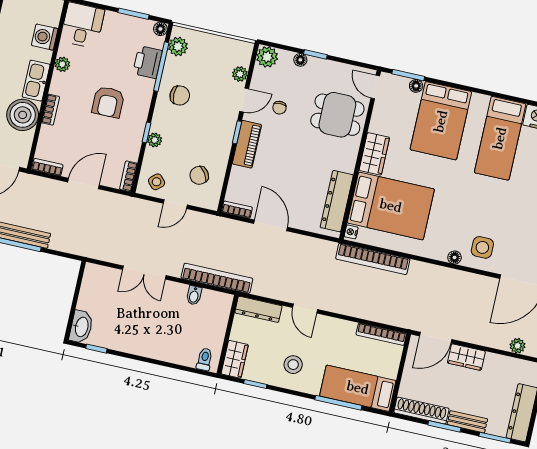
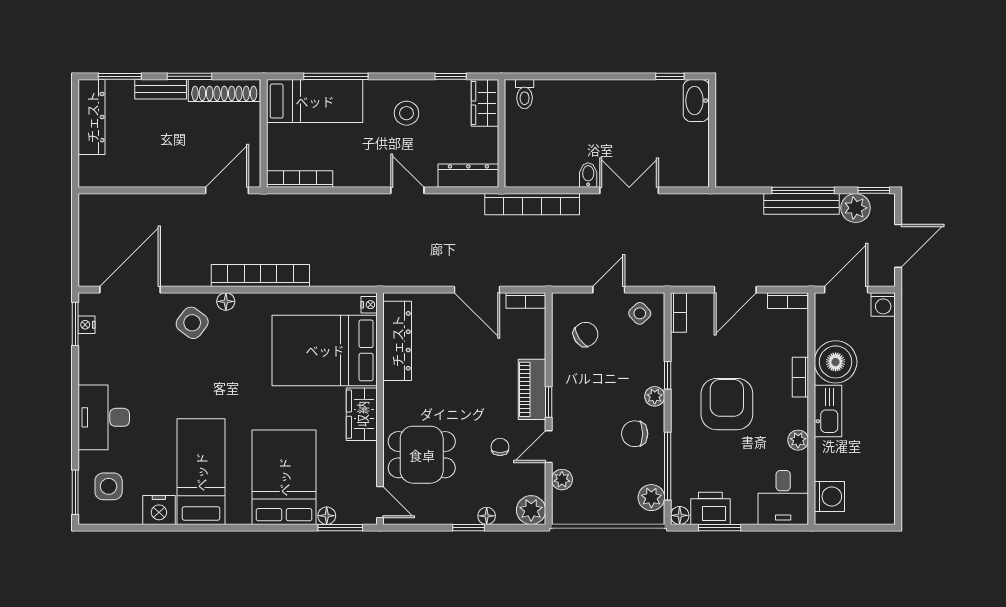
washing machine: (45, 37) -> (829, 496), moved
printer: (148, 62) -> (710, 508), moved, turned -90
armchair: (108, 102) -> (727, 404), width x1.36, depth x1.36
plant: (155, 140) -> (655, 396), moved
side table: (482, 247) -> (192, 323), turned 37
bookcase: (373, 259) -> (260, 275), moved
bidet: (194, 295) -> (588, 175), moved
plant: (517, 346) -> (117, 204), removed
wardrobe: (466, 357) -> (181, 174), removed

